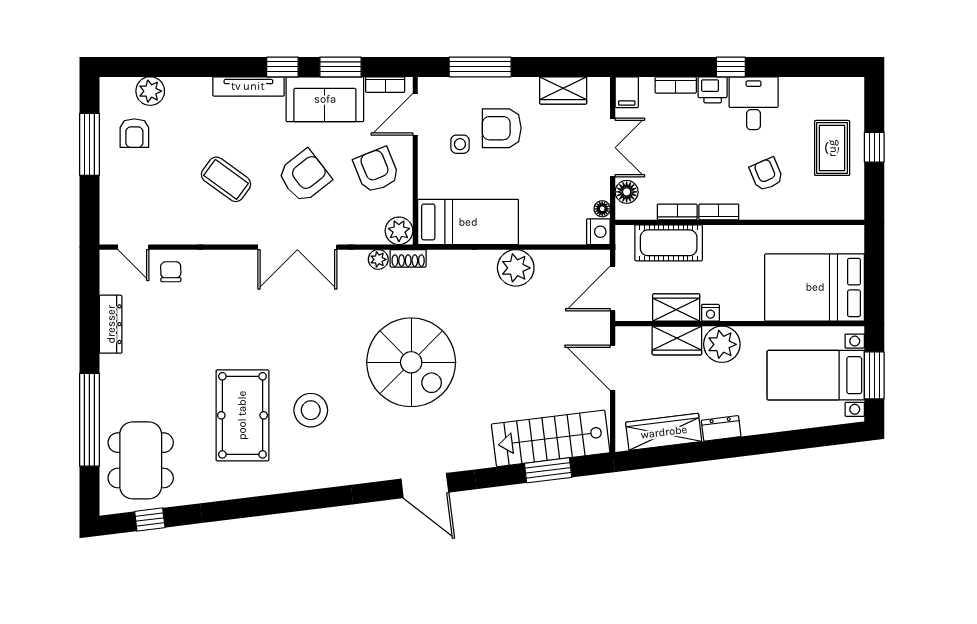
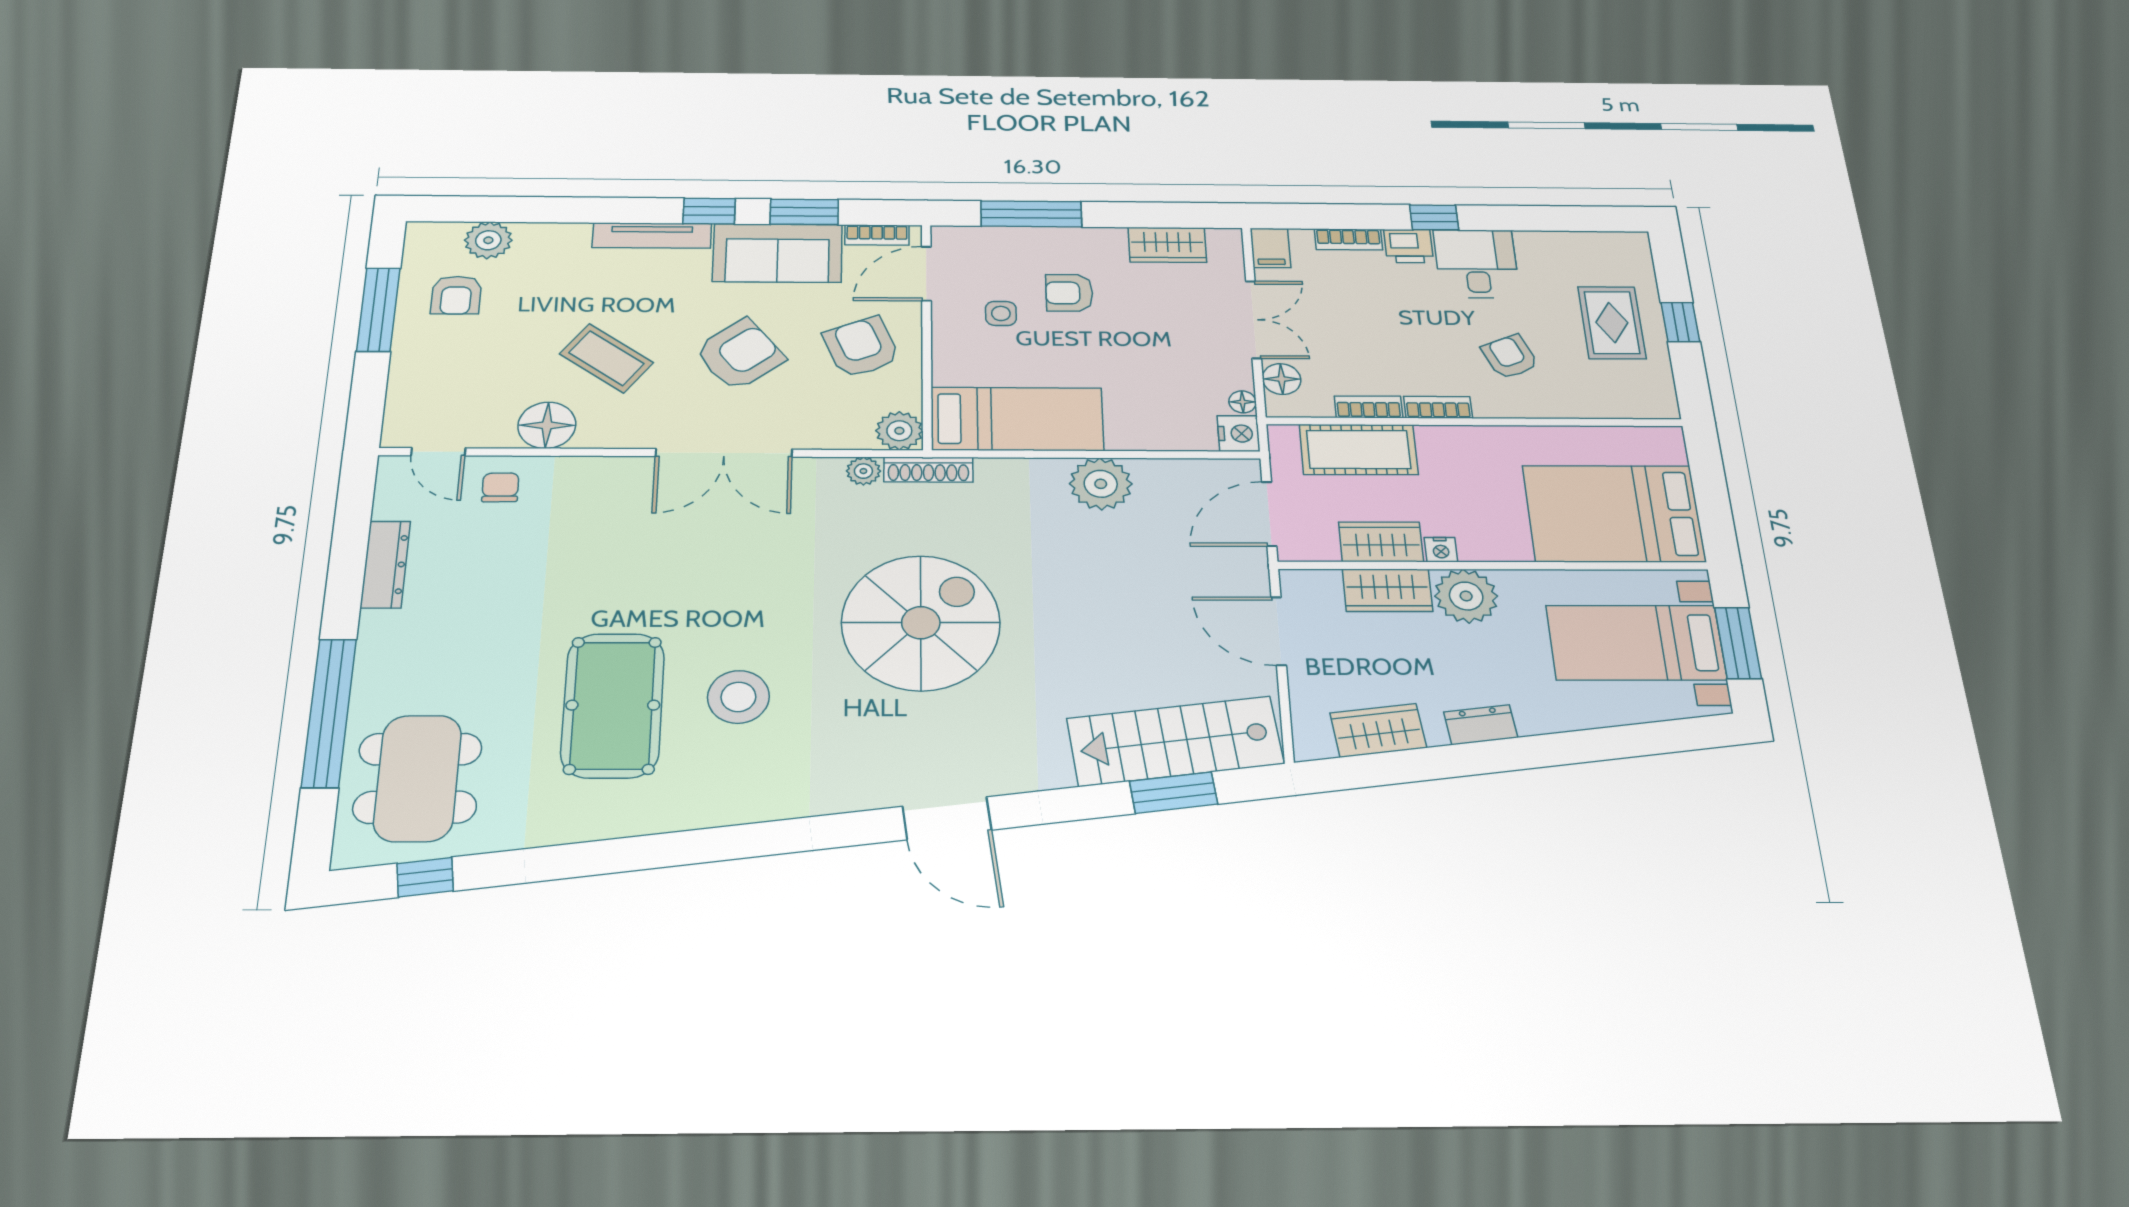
armchair: (502, 128) -> (1069, 293), width x0.72, depth x0.72
floor lamp: (194, 228) -> (547, 425), added
shoe rack: (408, 258) -> (928, 470), width x1.43
spiral stairs: (411, 362) -> (921, 623), turned -90
wardrobe: (664, 432) -> (1378, 730), width x0.67

